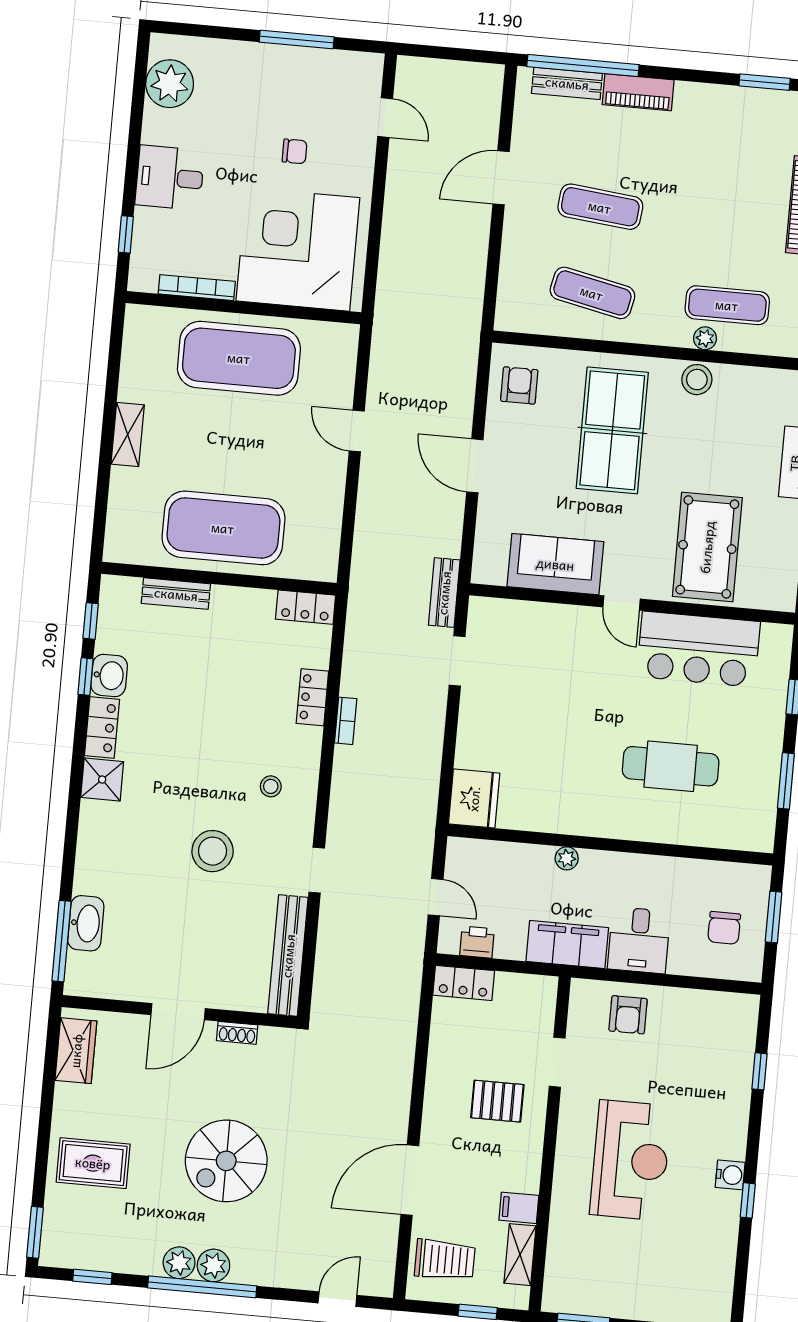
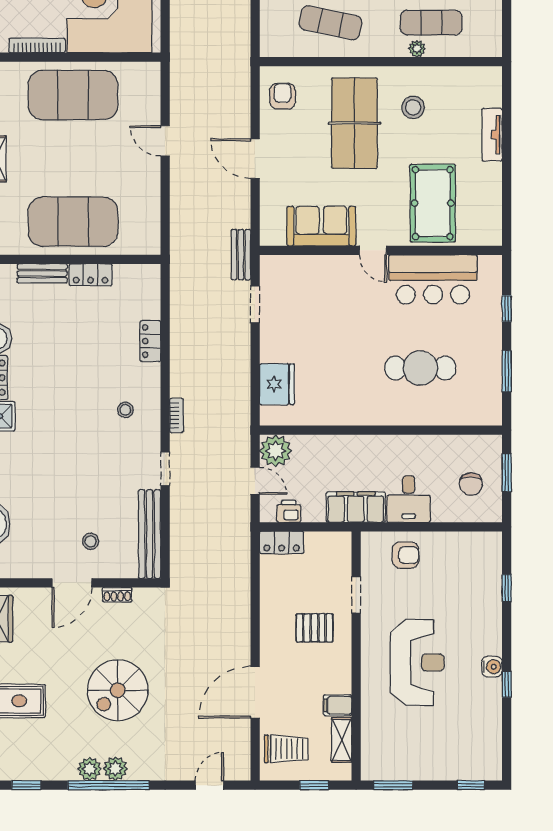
stool: (697, 380) -> (413, 107), moved
locker: (306, 607) -> (91, 275), moved
bookcase: (346, 721) -> (176, 415), moved
fridge: (474, 799) -> (277, 384), moved
stool: (213, 851) -> (90, 541), moved, width x0.53, depth x0.53
plant: (567, 858) -> (276, 451), moved, width x1.88, depth x1.88
armchair: (628, 1015) -> (406, 555), turned -90

